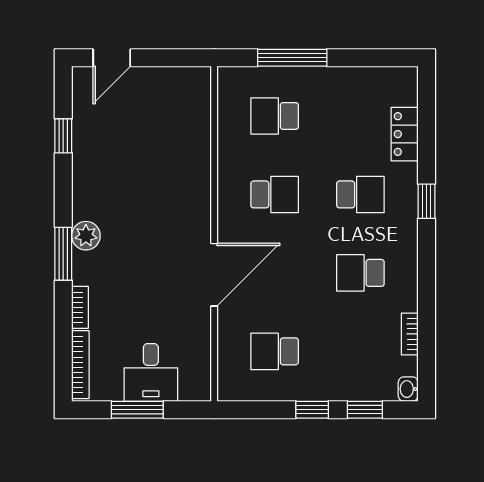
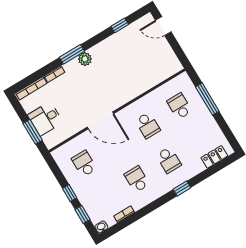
locker: (405, 134) -> (214, 157), moved
window: (137, 410) -> (33, 132), moved

